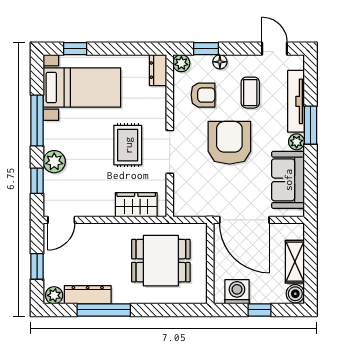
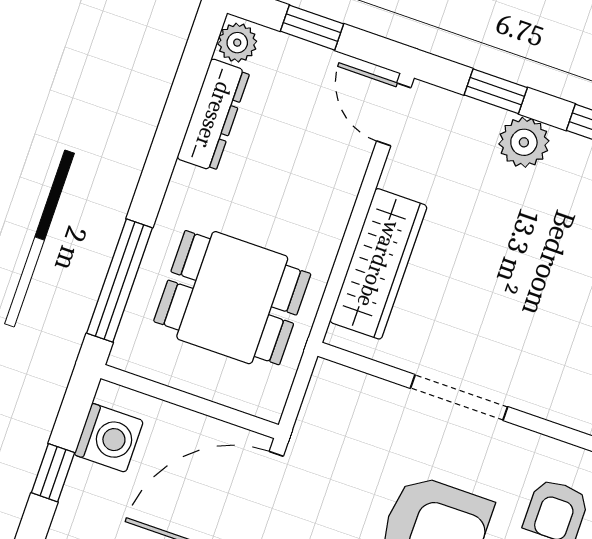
rug: (128, 145) -> (505, 312), removed
wardrobe: (136, 205) -> (378, 264), width x1.50
dining table: (161, 261) -> (232, 298), turned 90
window: (104, 310) -> (120, 281), moved

